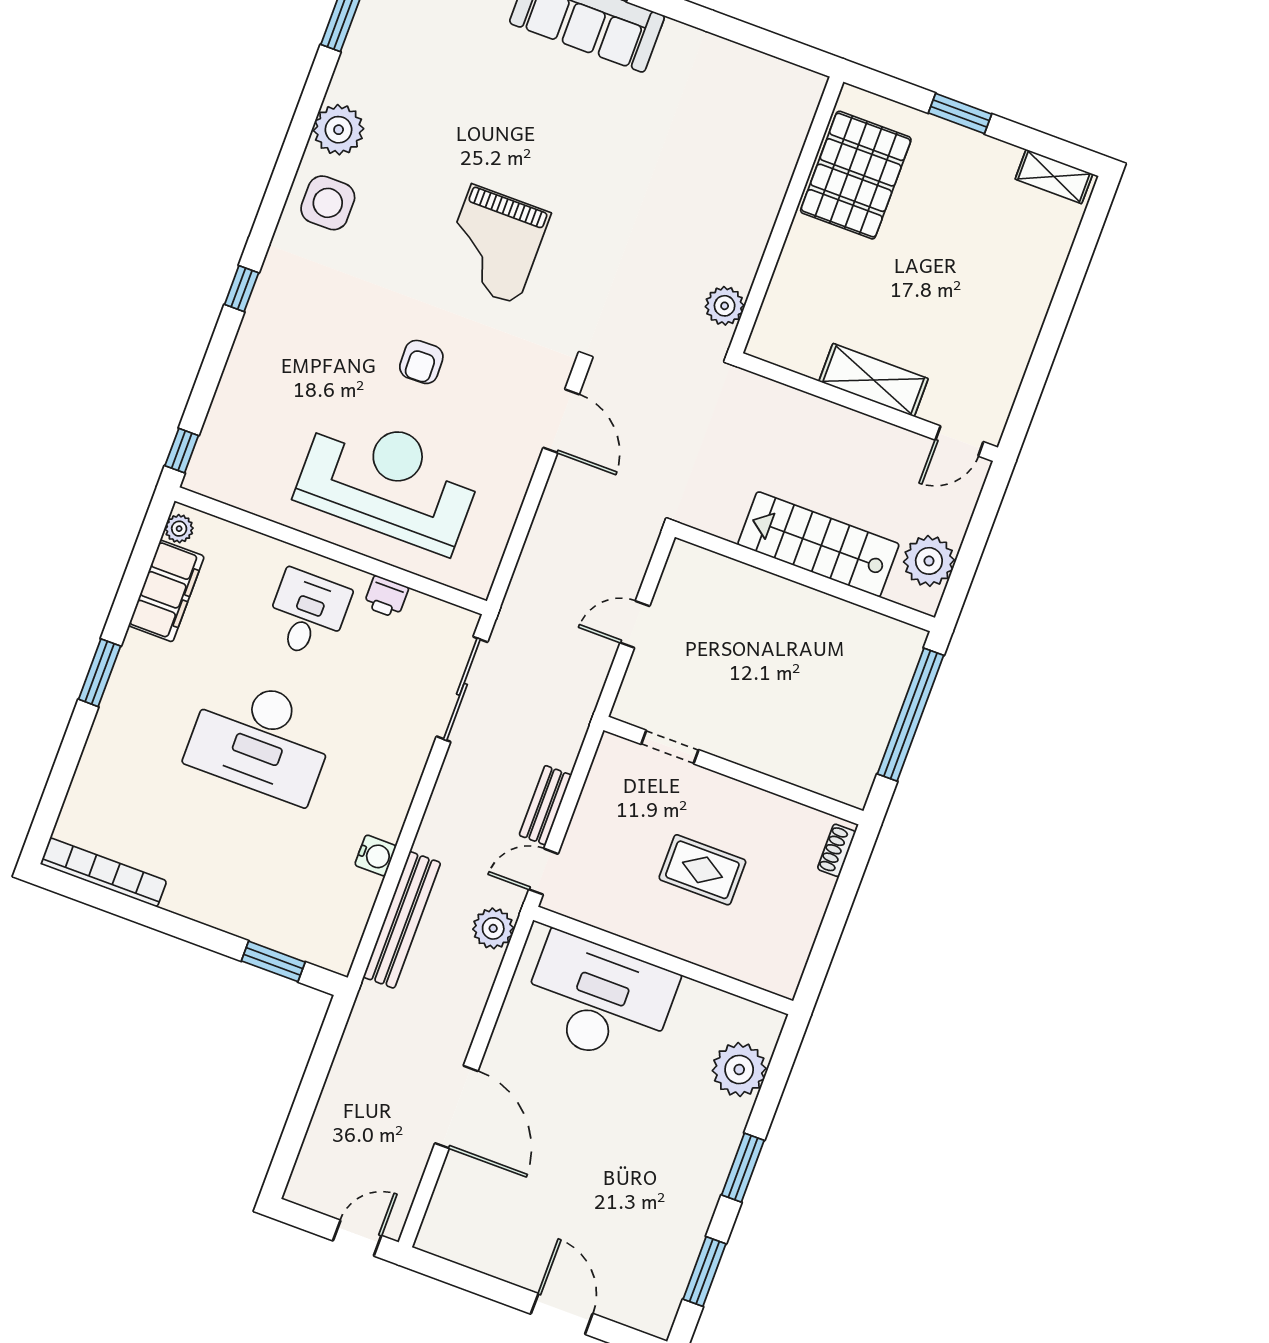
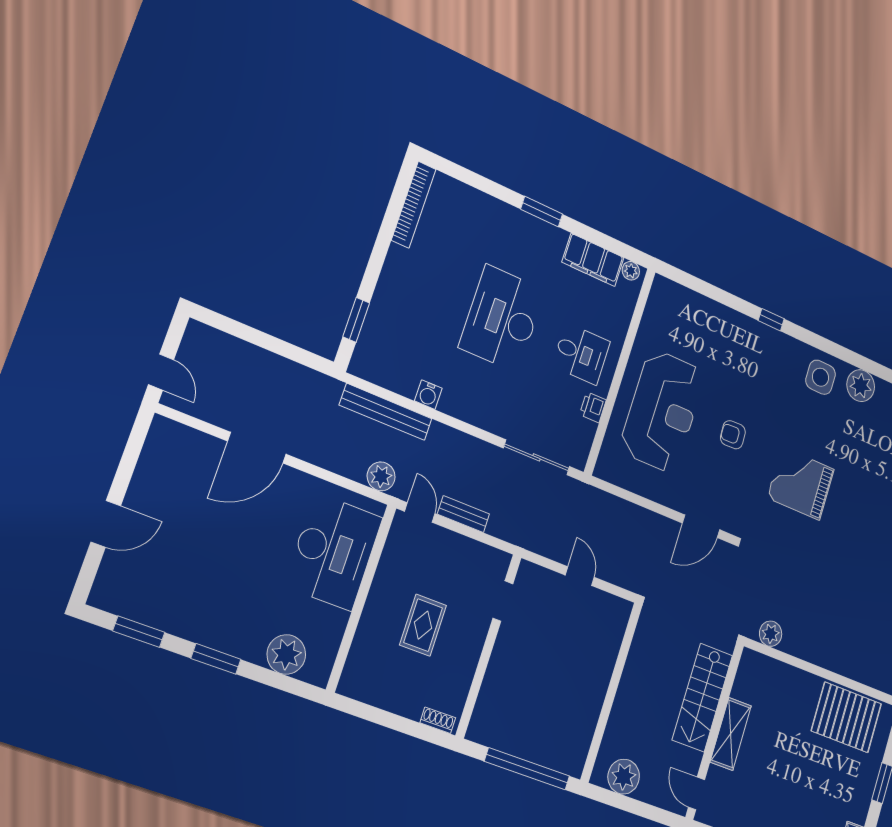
window: (182, 451) -> (677, 275), removed
stairs: (818, 544) -> (702, 697), moved, turned 180

